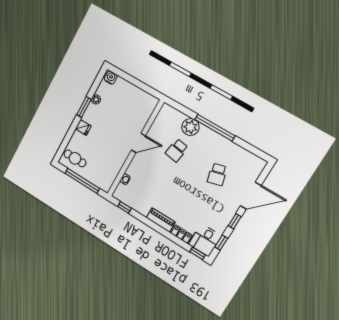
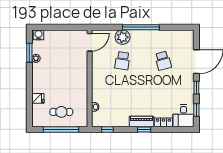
window: (84, 107) -> (29, 53), moved
fridge: (83, 127) -> (38, 98), moved
door: (138, 143) -> (90, 42), moved
cafe table: (75, 158) -> (61, 112), moved
window: (198, 253) -> (144, 130), moved

